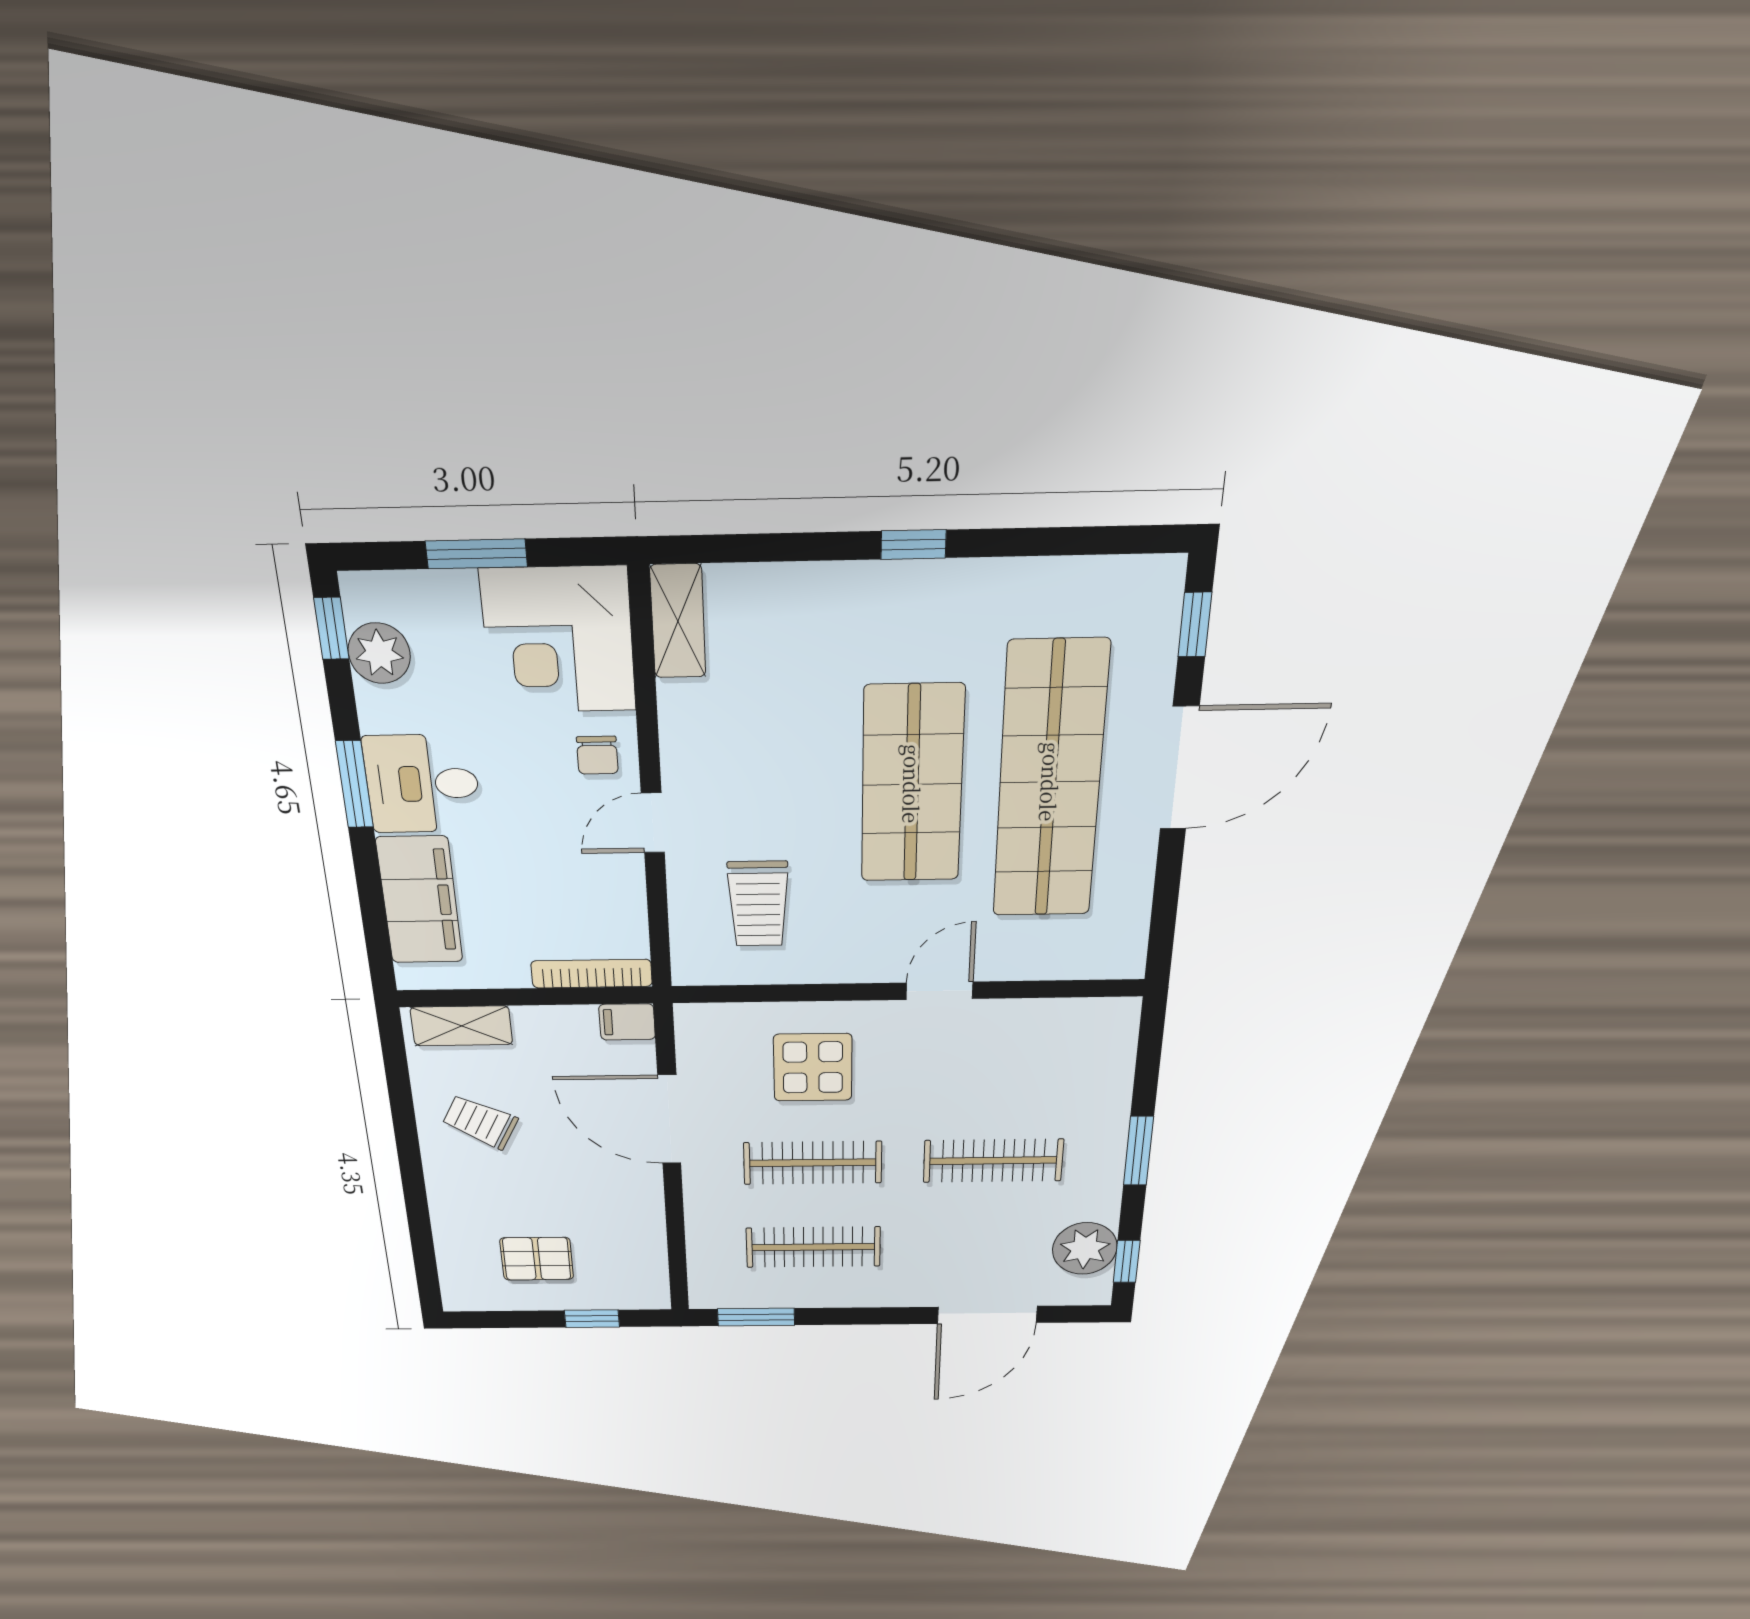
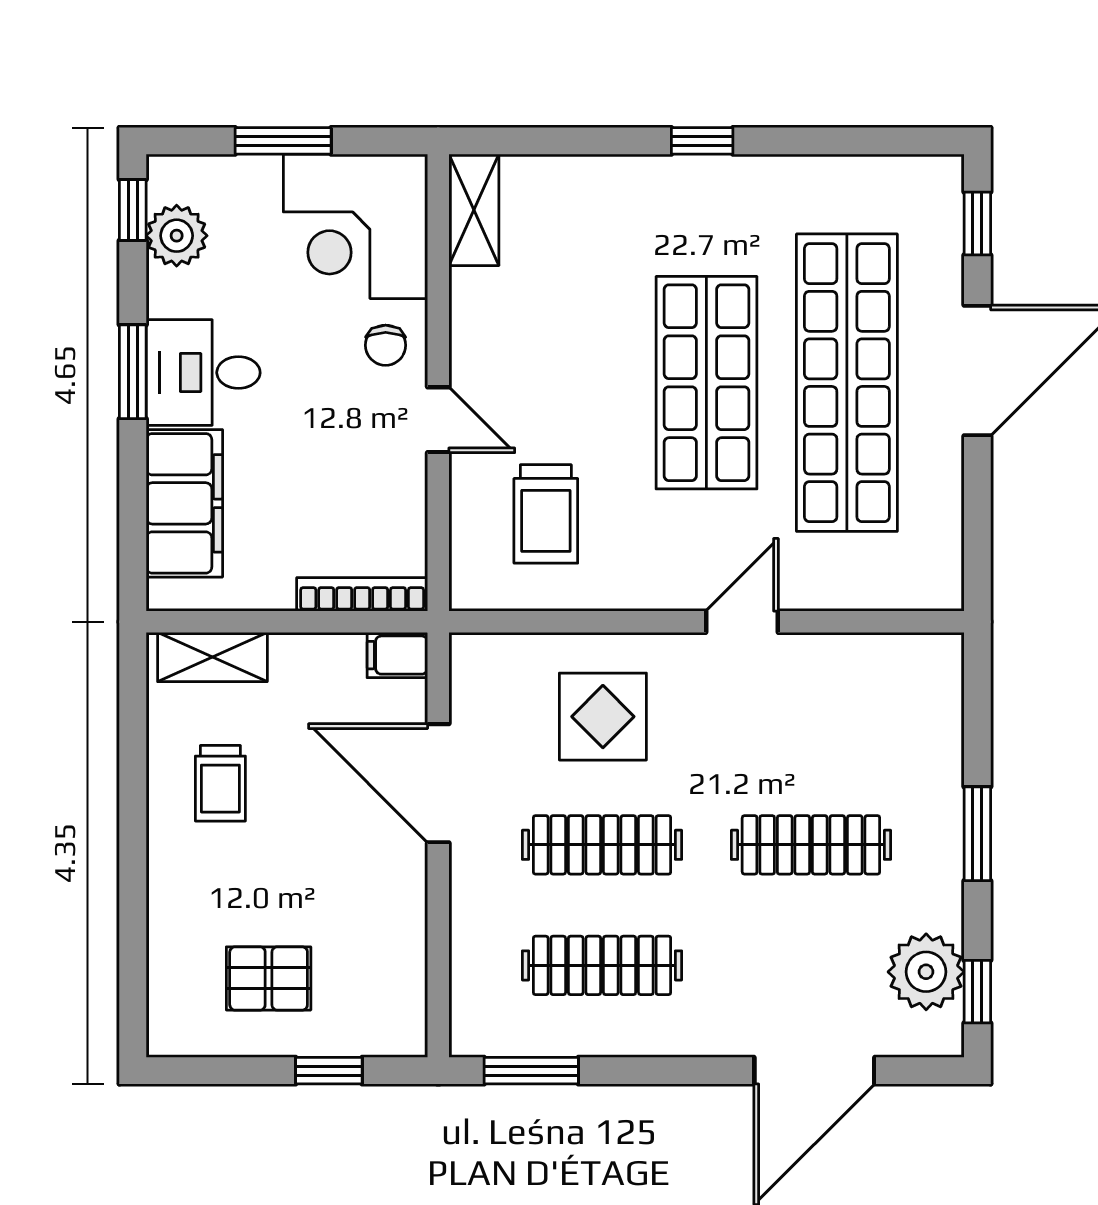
door: (653, 823) -> (438, 420), swing flipped
trolley: (480, 1122) -> (220, 783), turned -118

